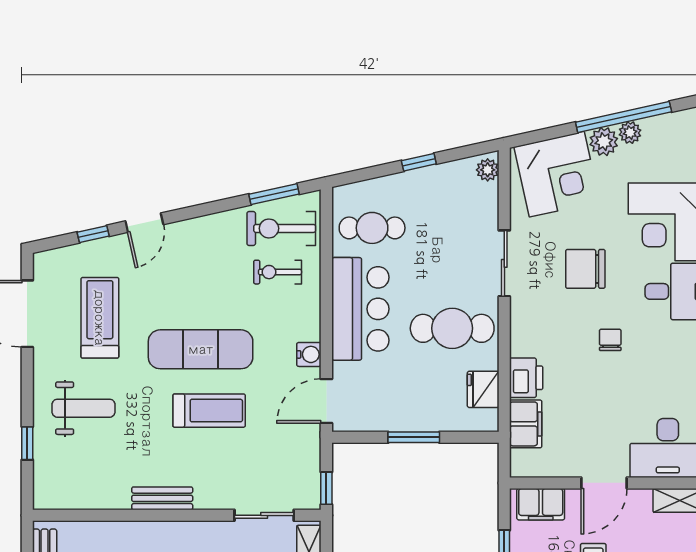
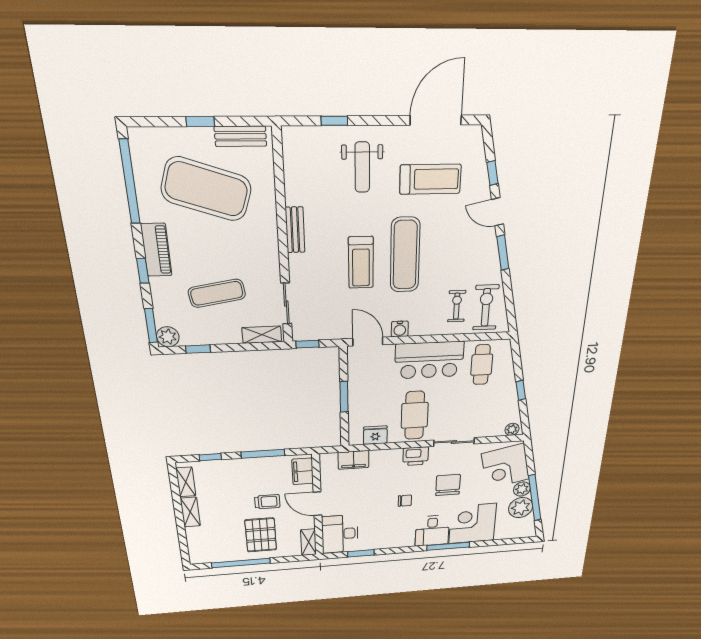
plant: (630, 133) -> (521, 508), width x1.87, depth x1.87
window: (274, 194) -> (503, 253), moved
printer: (526, 378) -> (416, 456), moved

